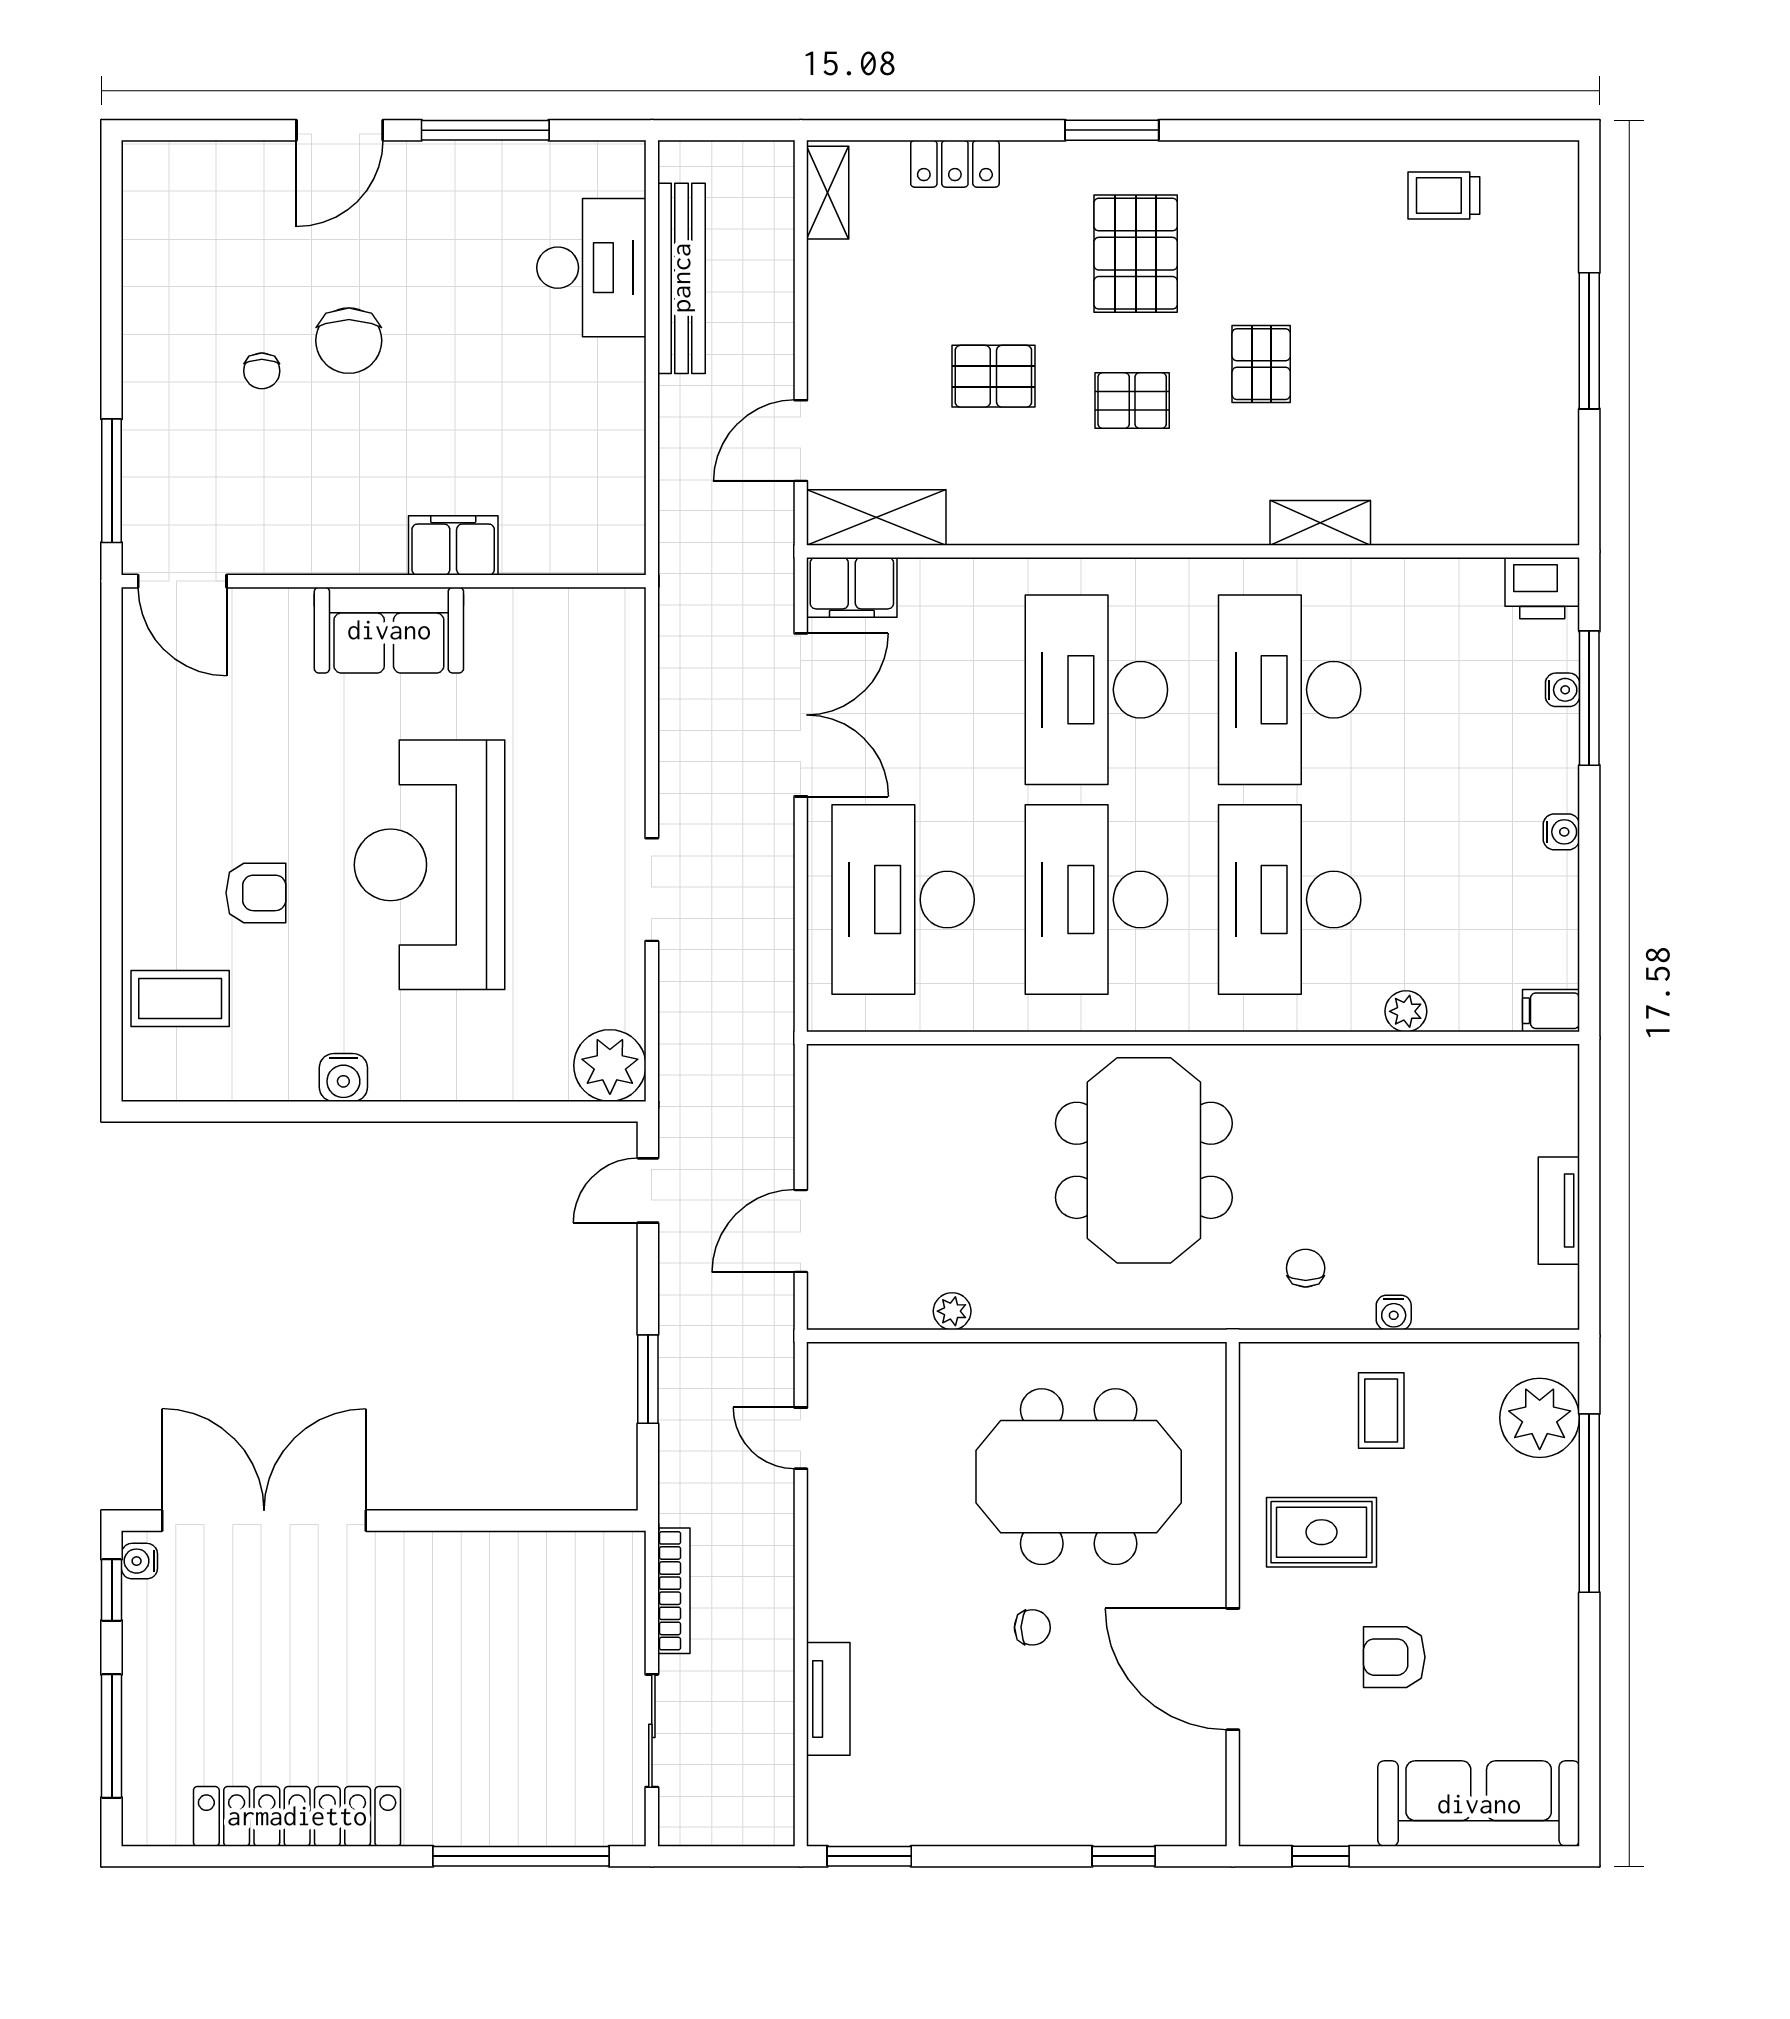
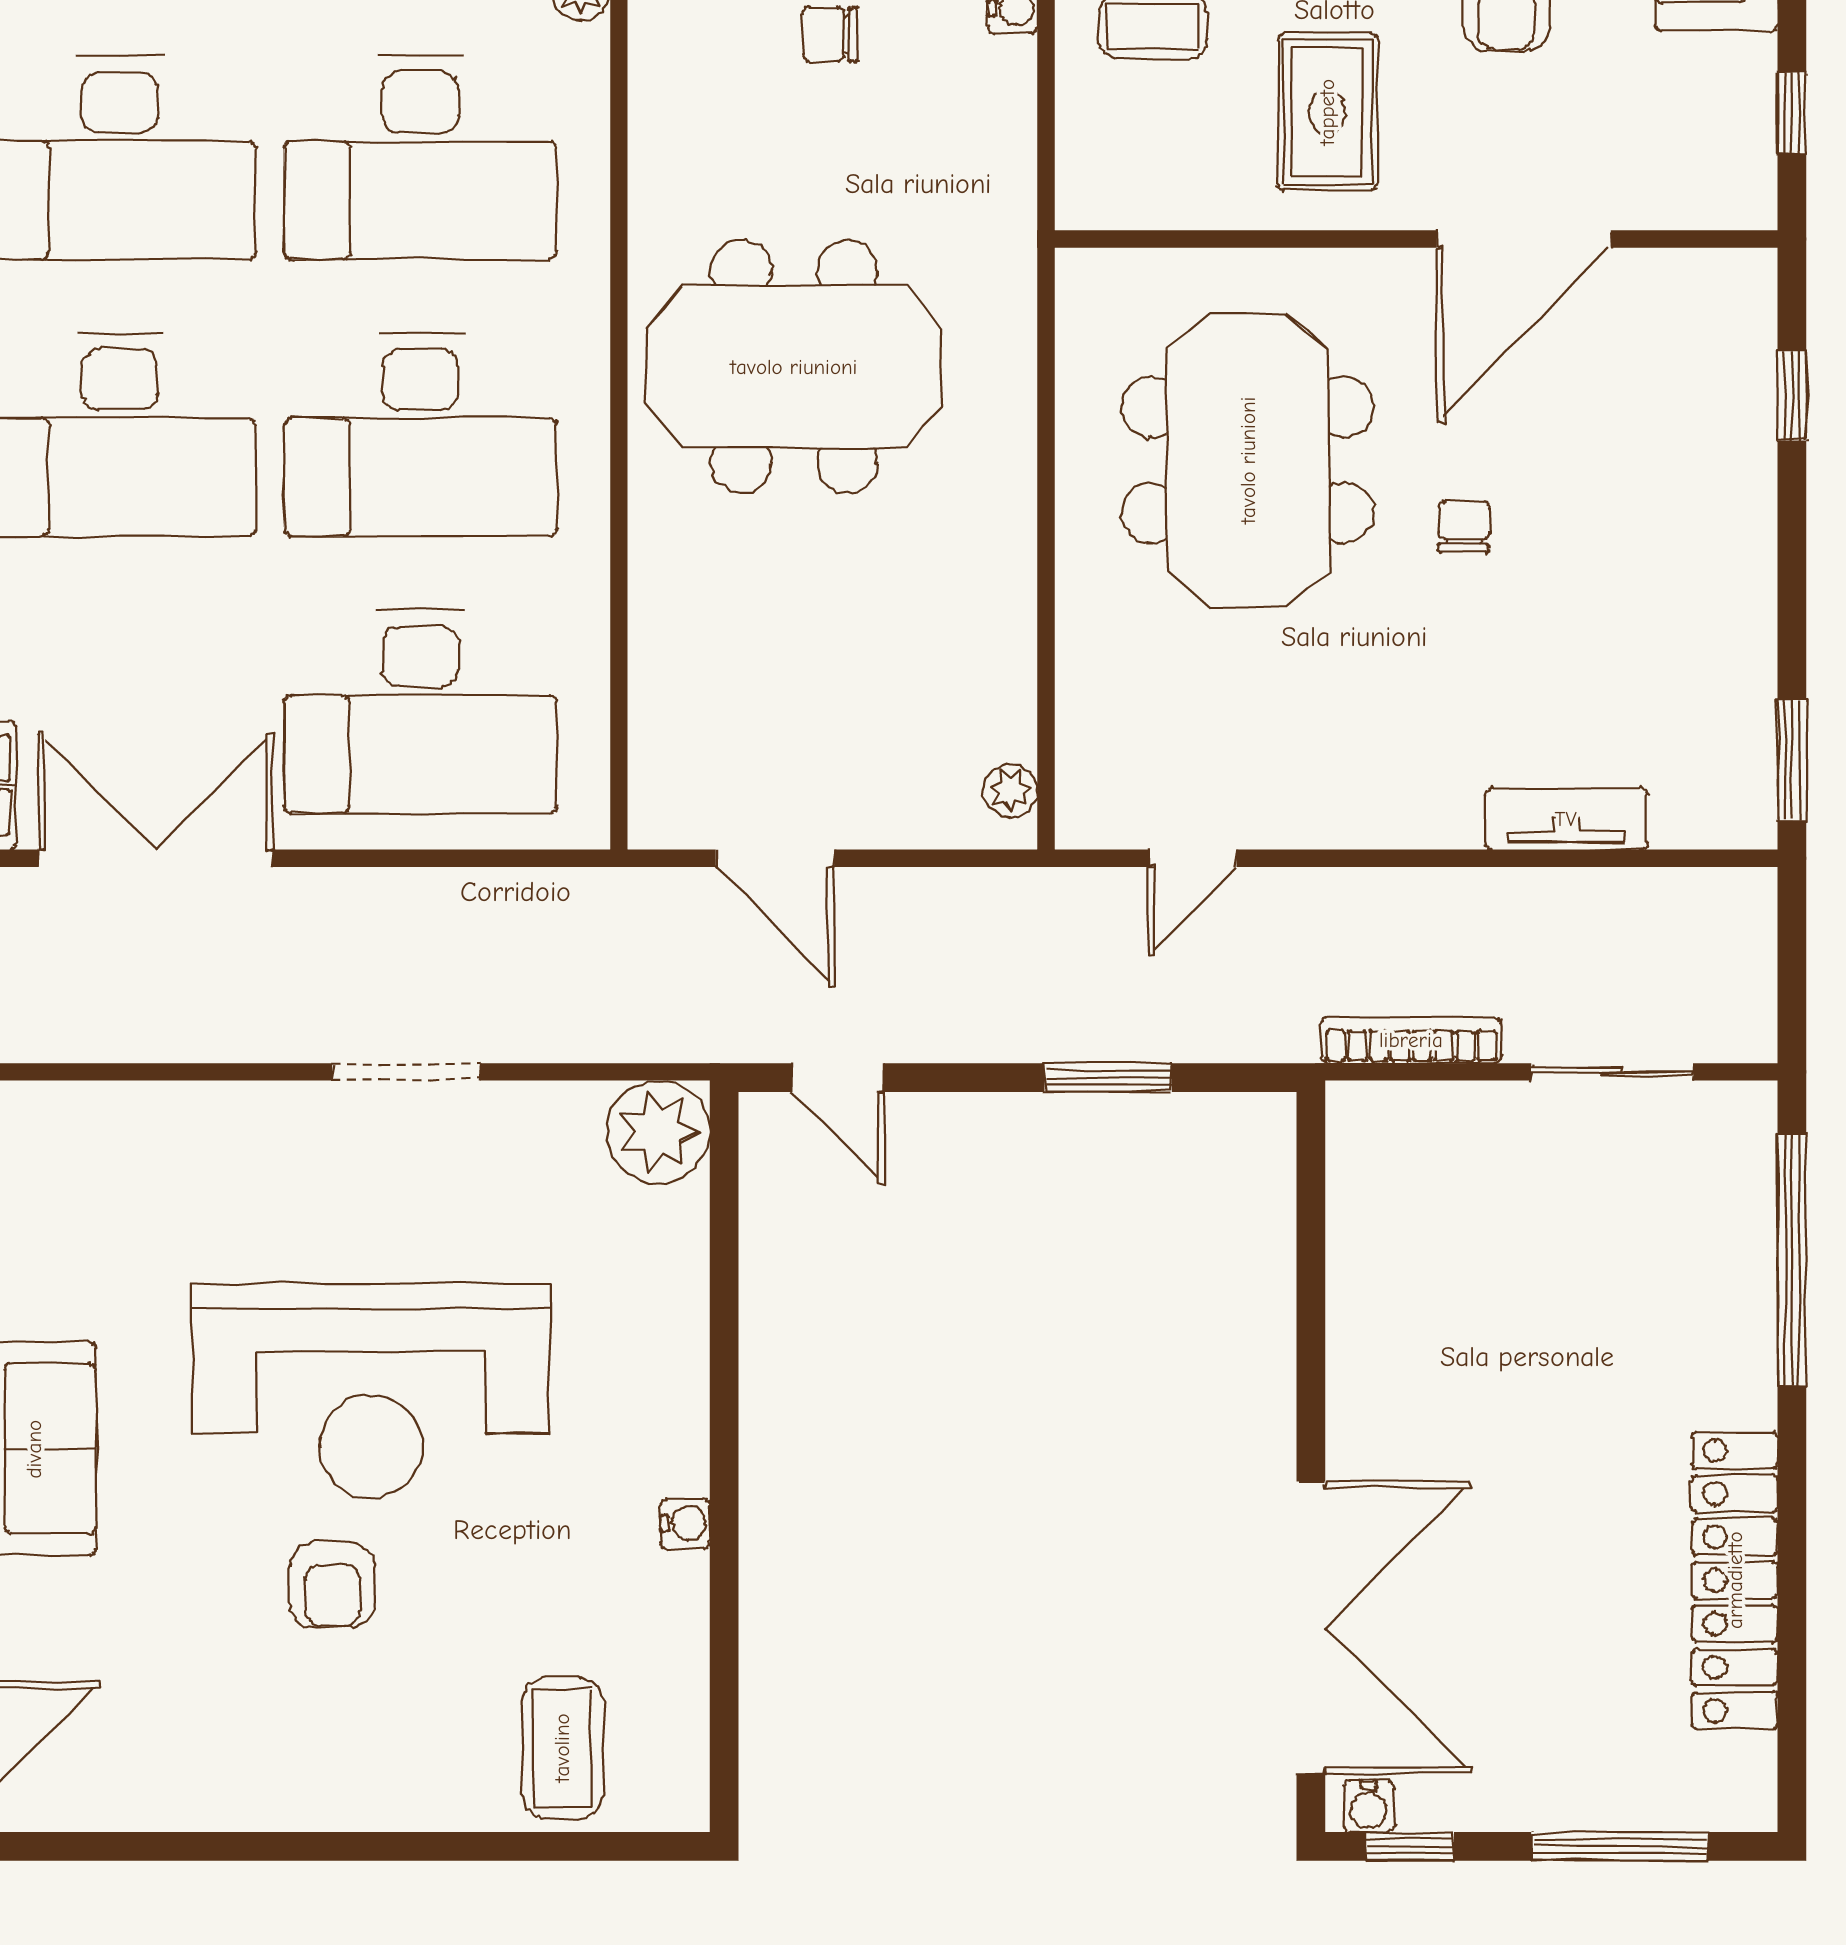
armchair: (256, 893) -> (332, 1585), moved, turned 180
water cooler: (343, 1077) -> (685, 1523), width x0.72, depth x0.72
door: (801, 1231) -> (775, 858), moved
chair: (1306, 1268) -> (830, 34), moved
plant: (952, 1311) -> (1011, 790), moved
double door: (264, 1521) -> (1311, 1628), swing flipped

